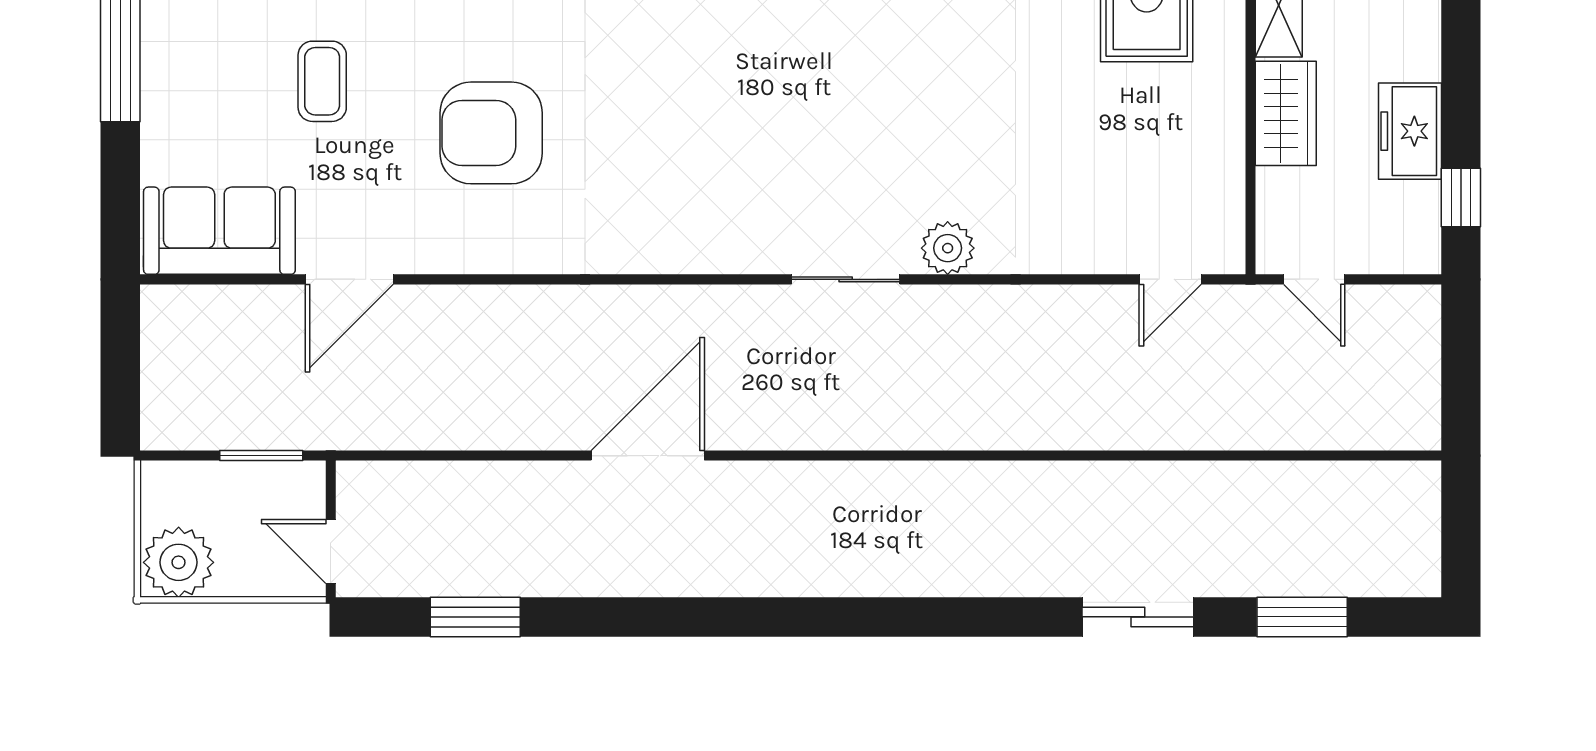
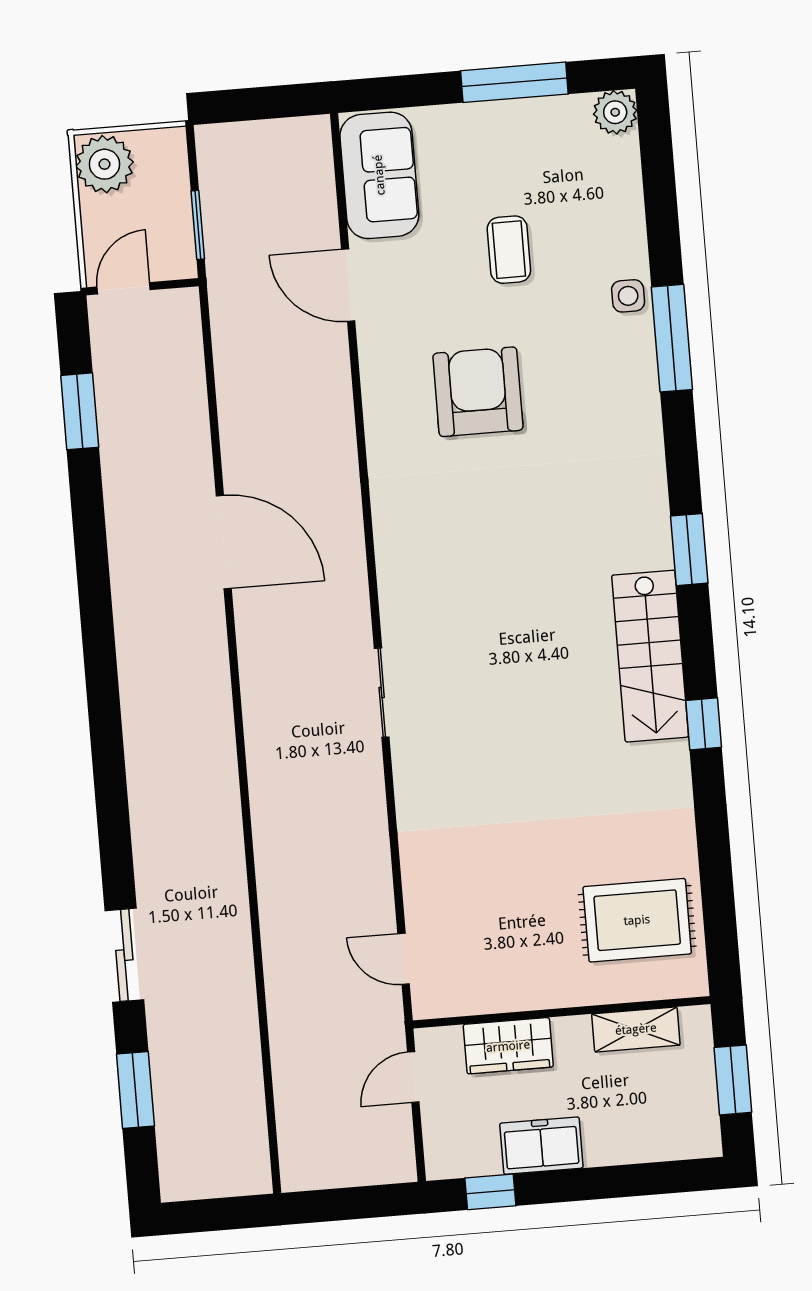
coffee table: (322, 81) -> (509, 250), turned 90
wardrobe: (1286, 113) -> (508, 1046), moved
plant: (948, 248) -> (414, 774), removed

